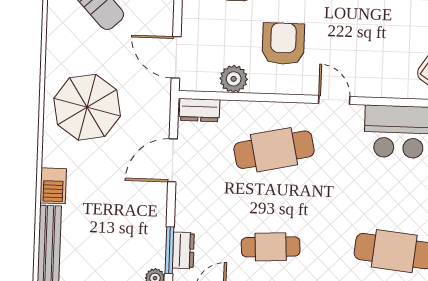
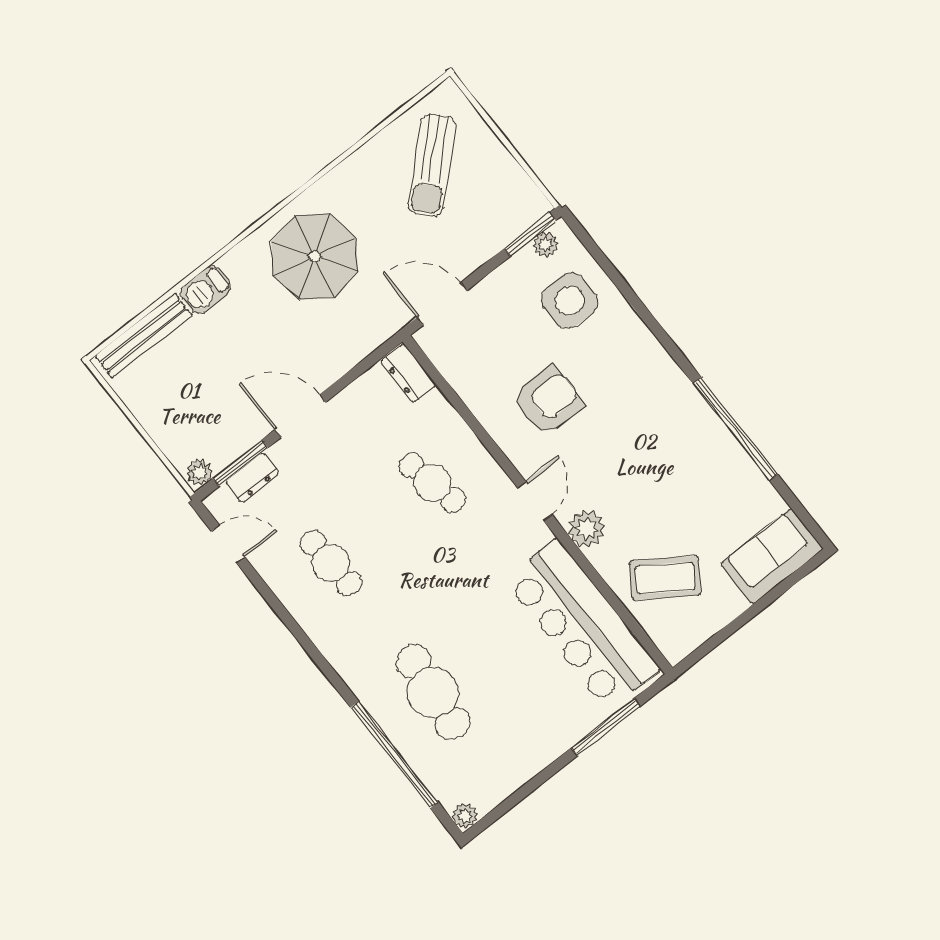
door: (176, 57) -> (442, 304), hinge flipped
plant: (234, 79) -> (587, 529), moved
cafe table: (274, 150) -> (432, 483), width x0.73, depth x0.74
door: (173, 160) -> (300, 416), moved

